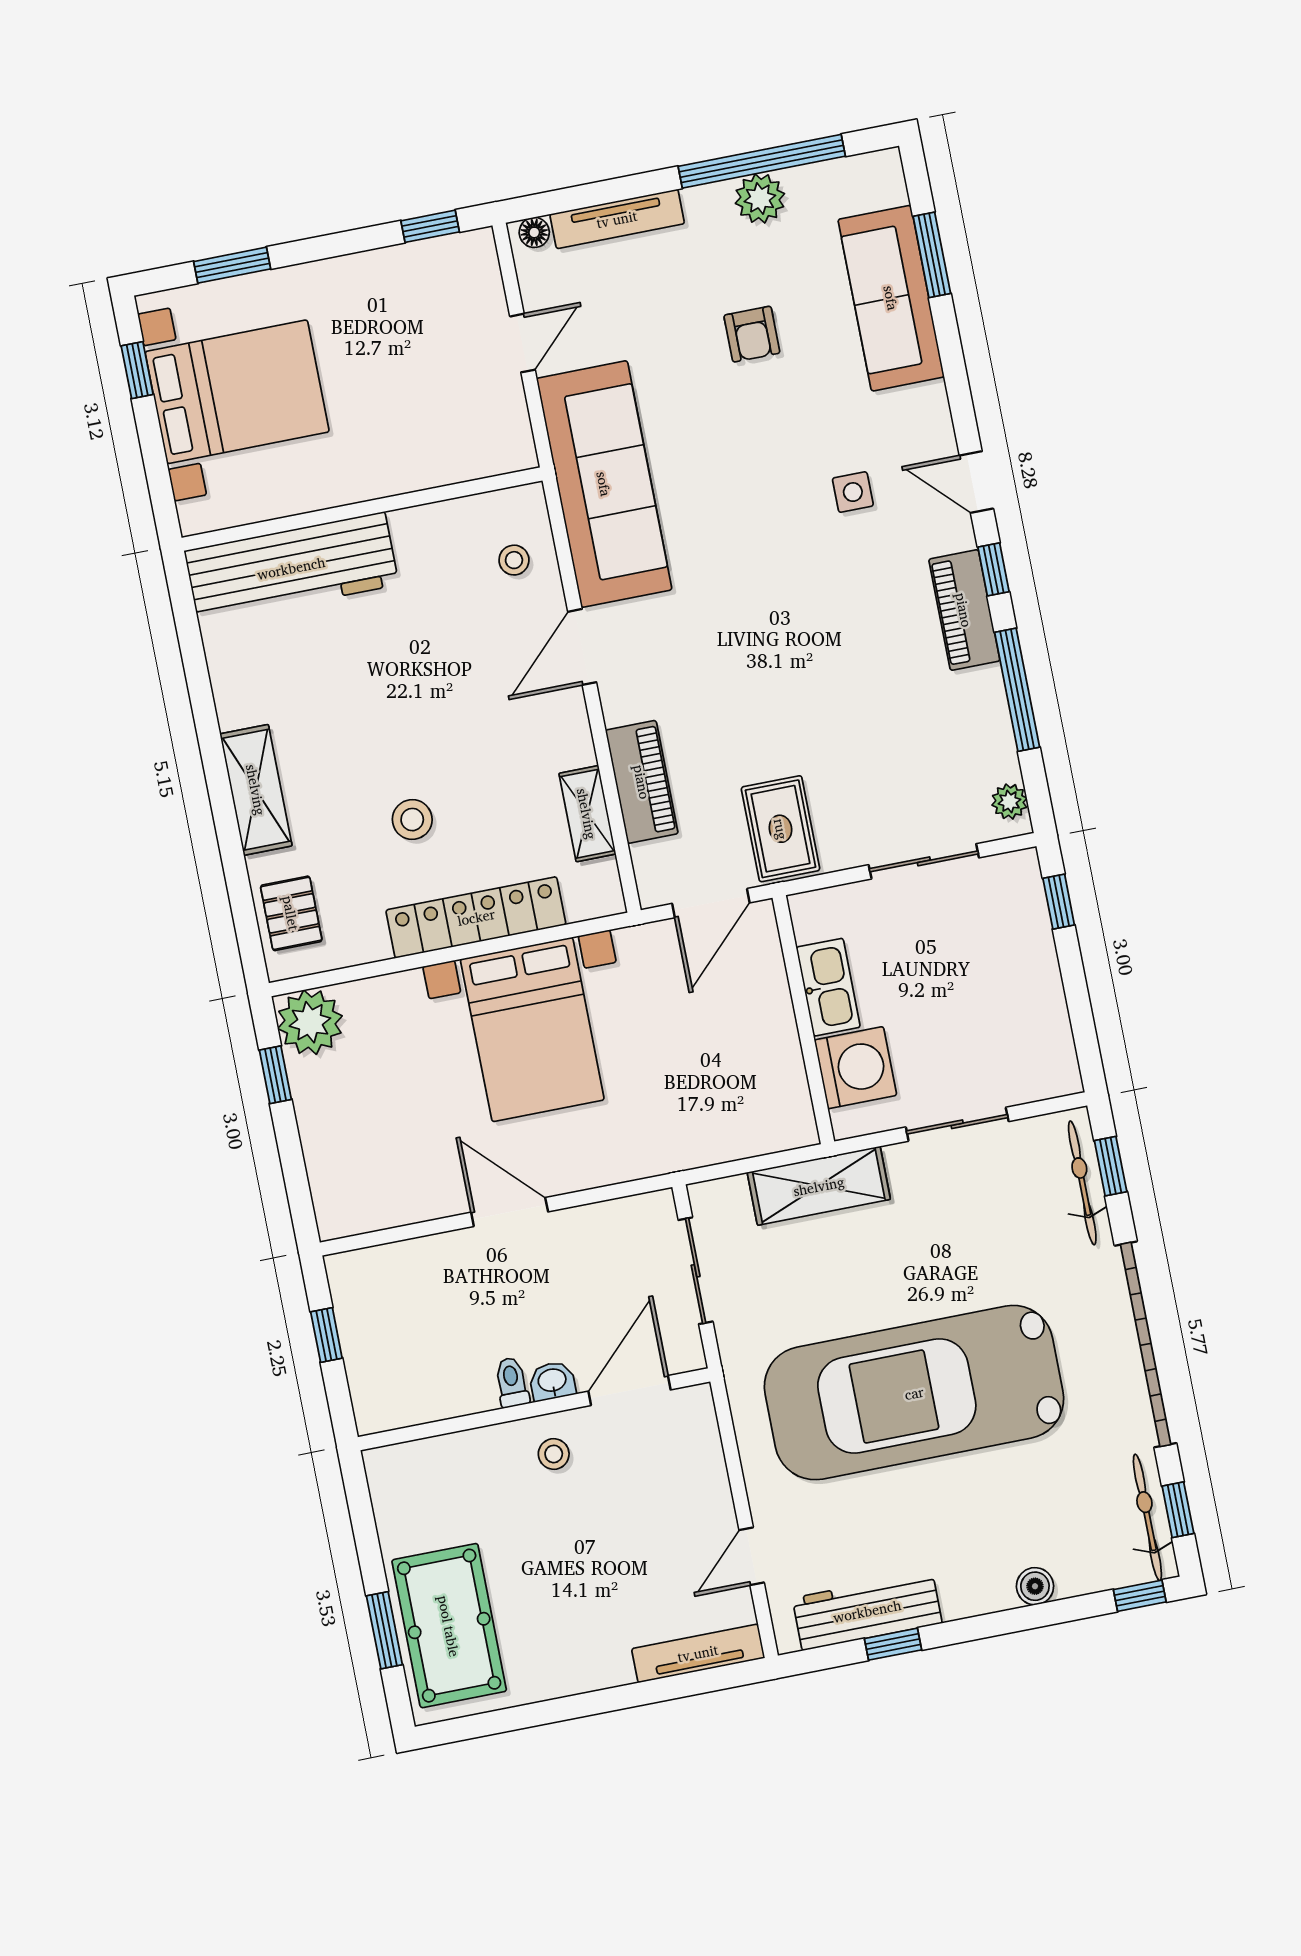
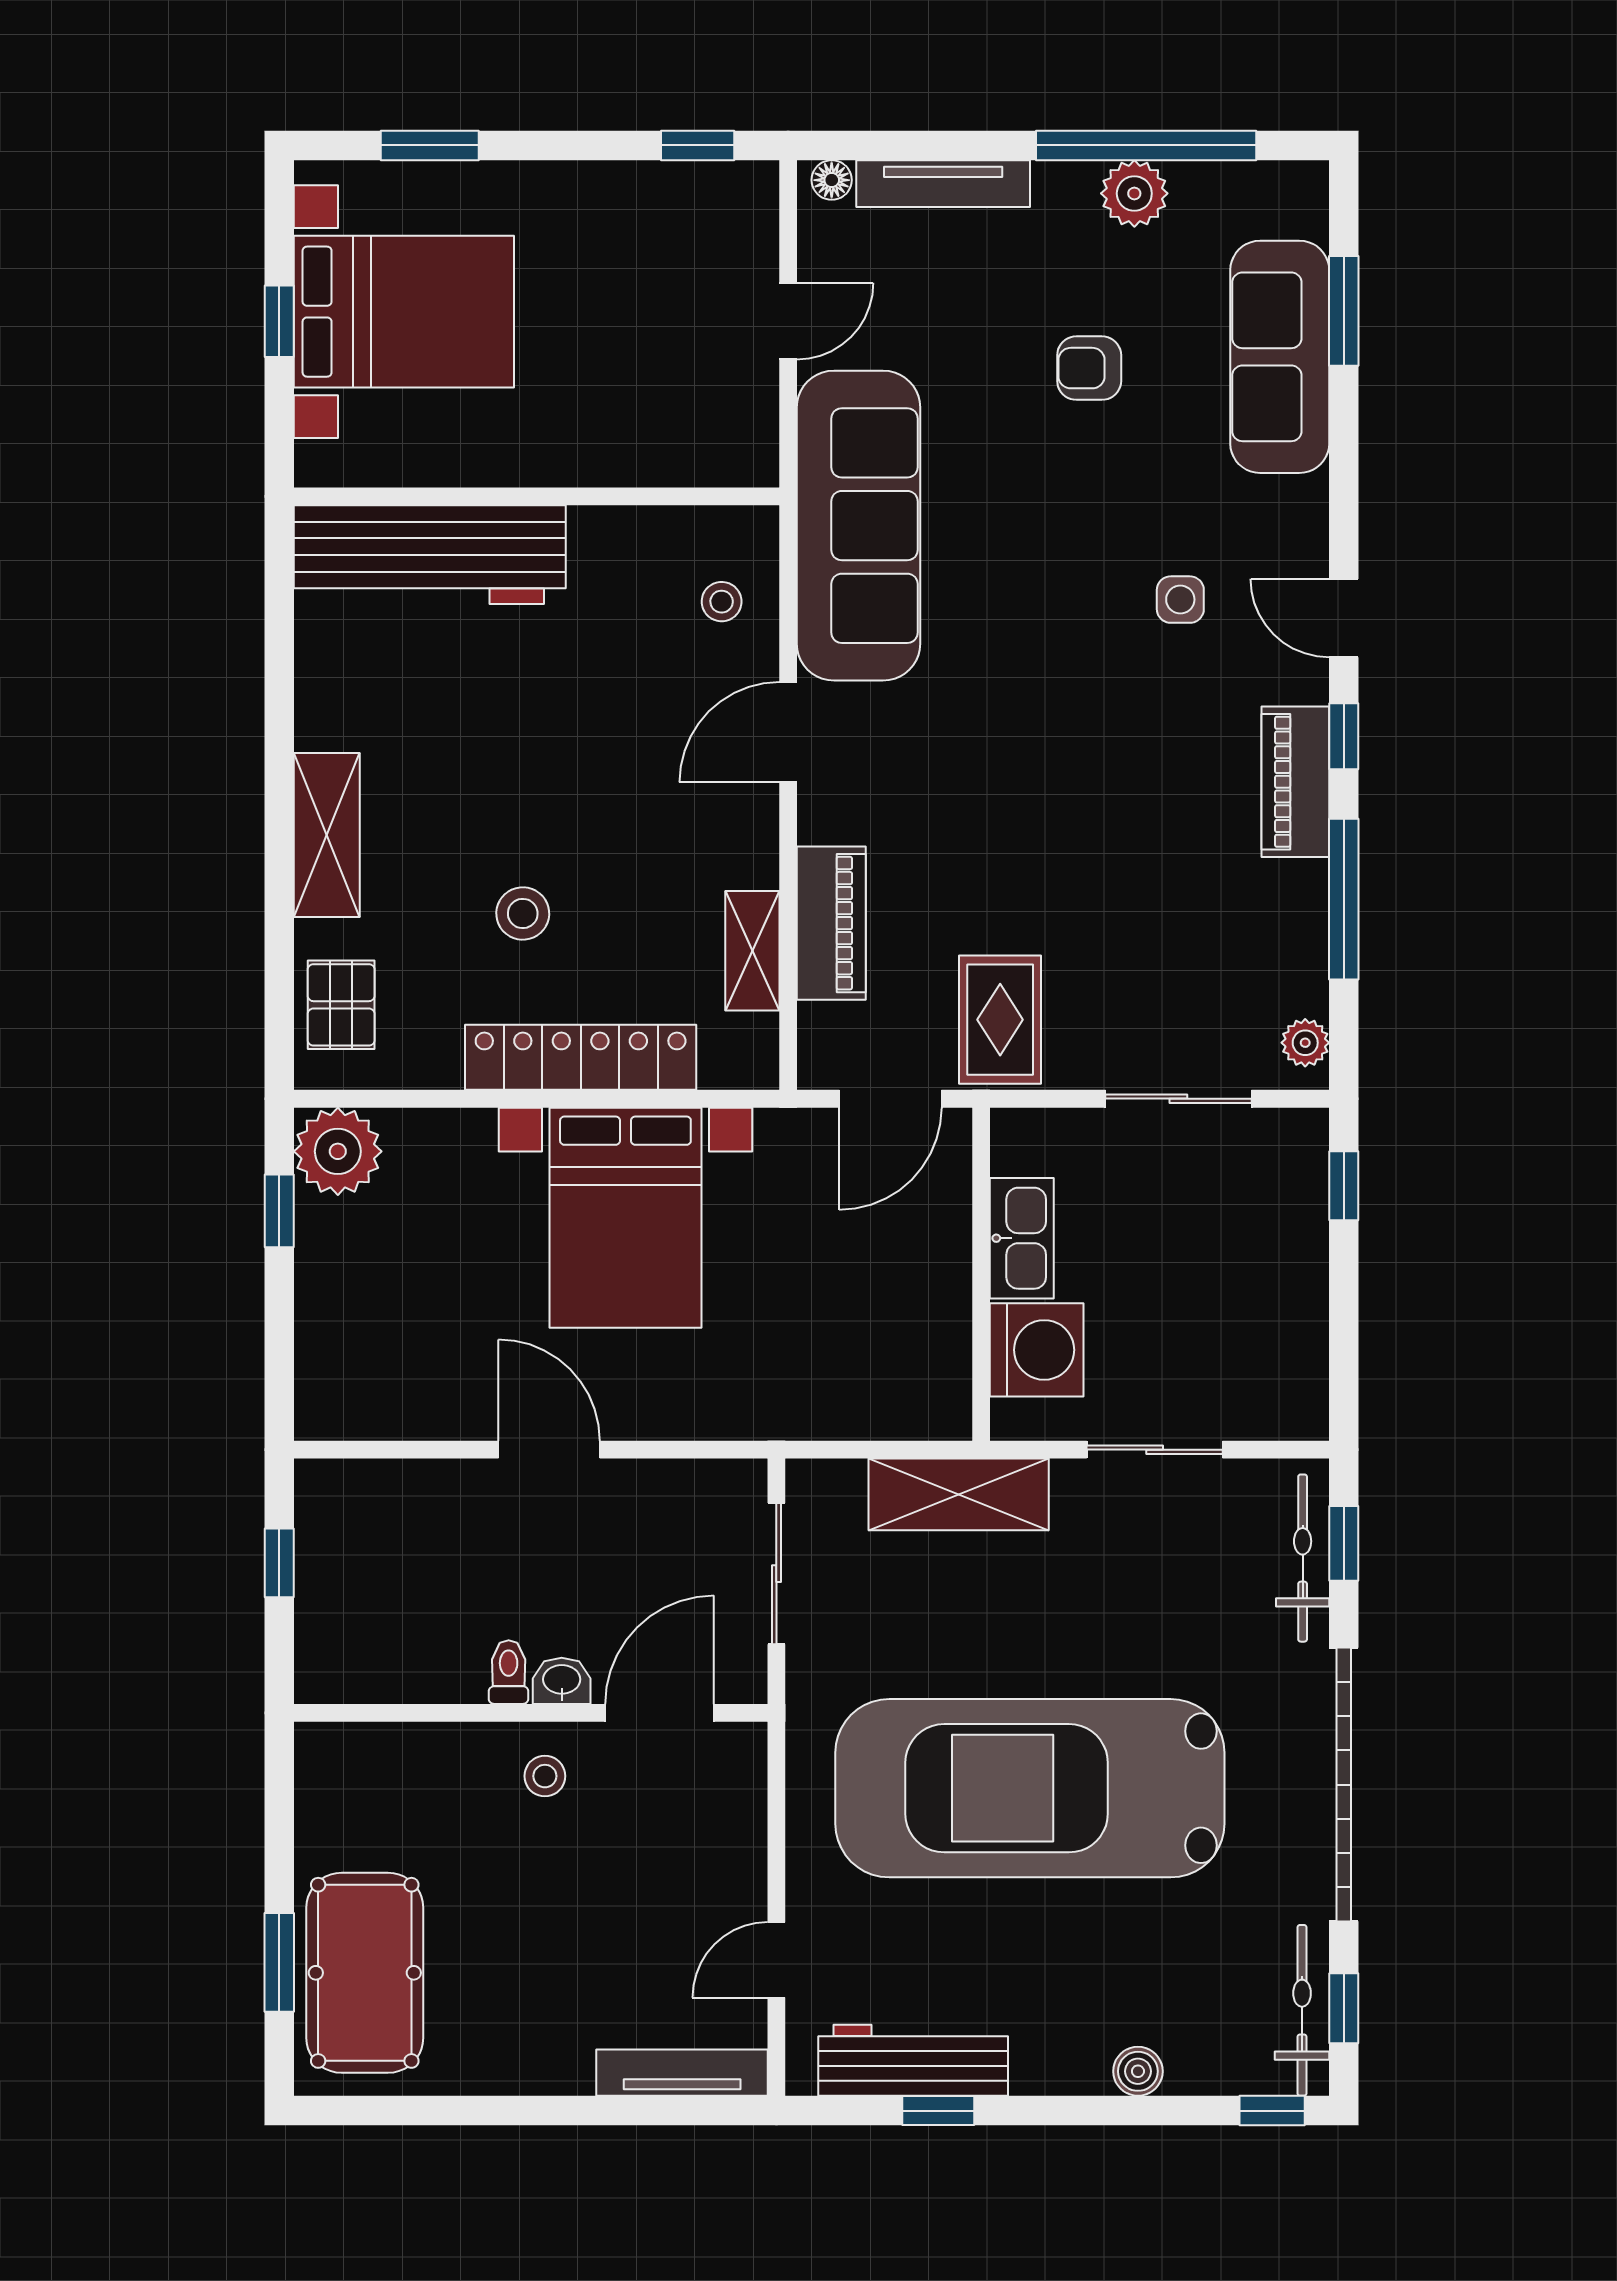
armchair: (752, 334) -> (1089, 368), turned 90
window: (137, 370) -> (279, 321), moved

